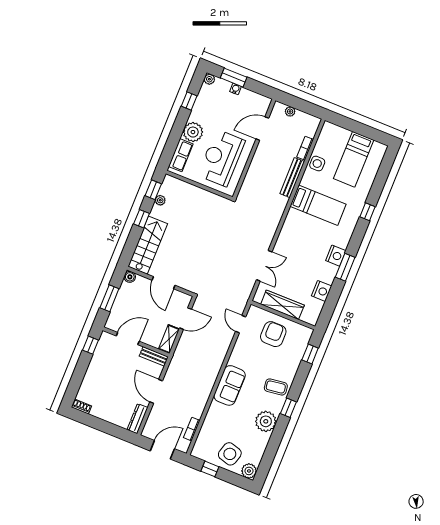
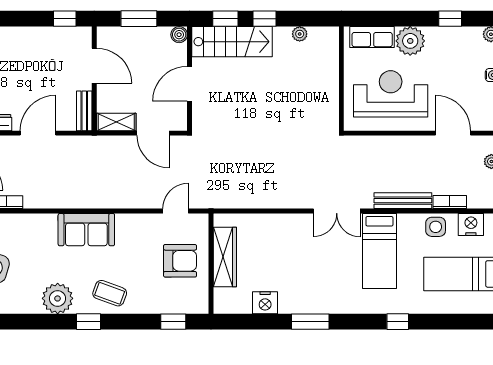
window: (153, 190) -> (225, 19), moved
nightstand: (336, 256) -> (471, 225), moved, turned 180
double door: (264, 266) -> (337, 211), moved
coffee table: (276, 387) -> (110, 293), turned -62

